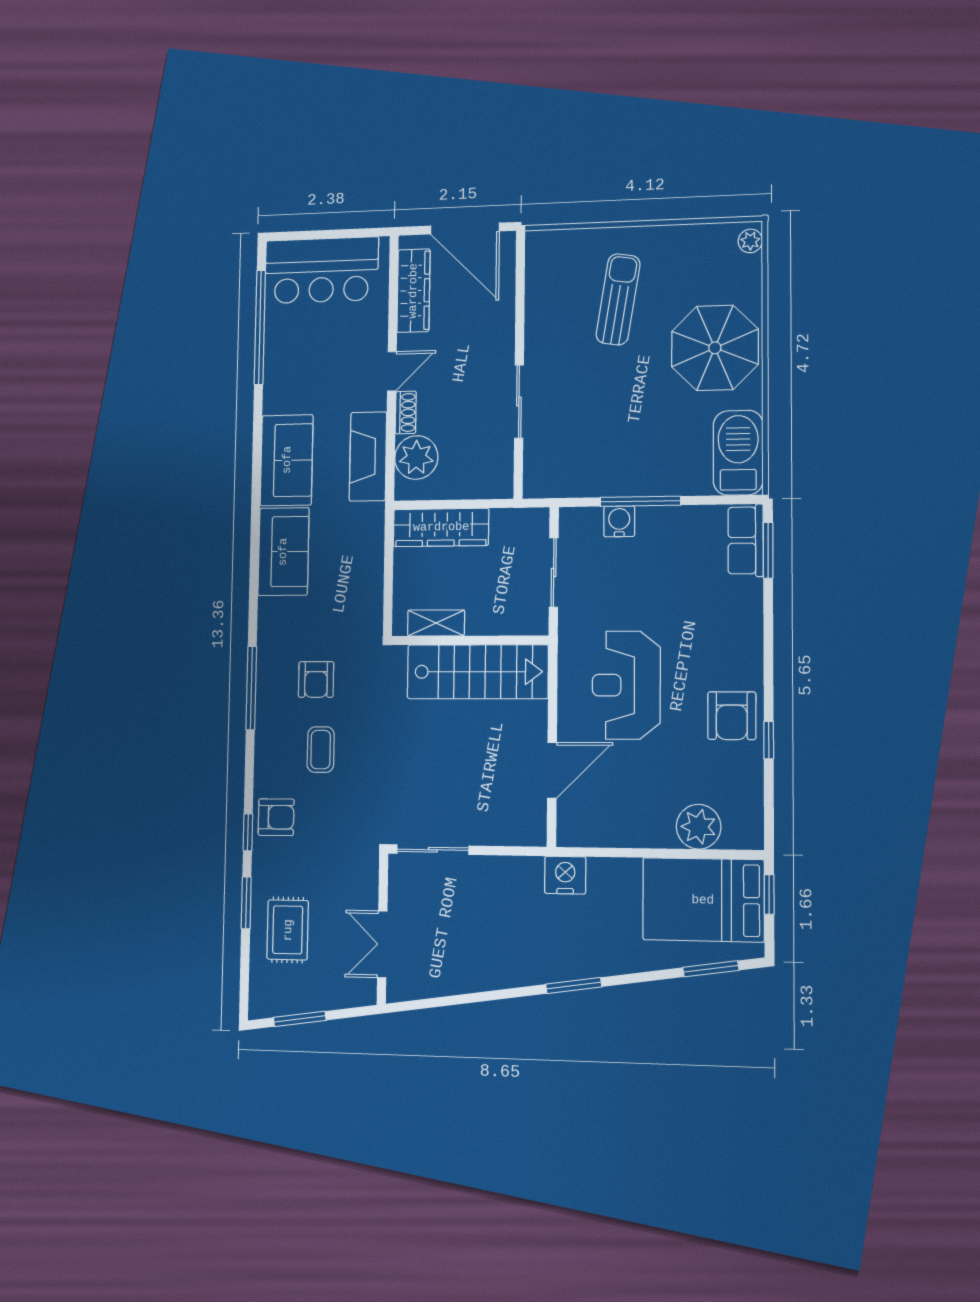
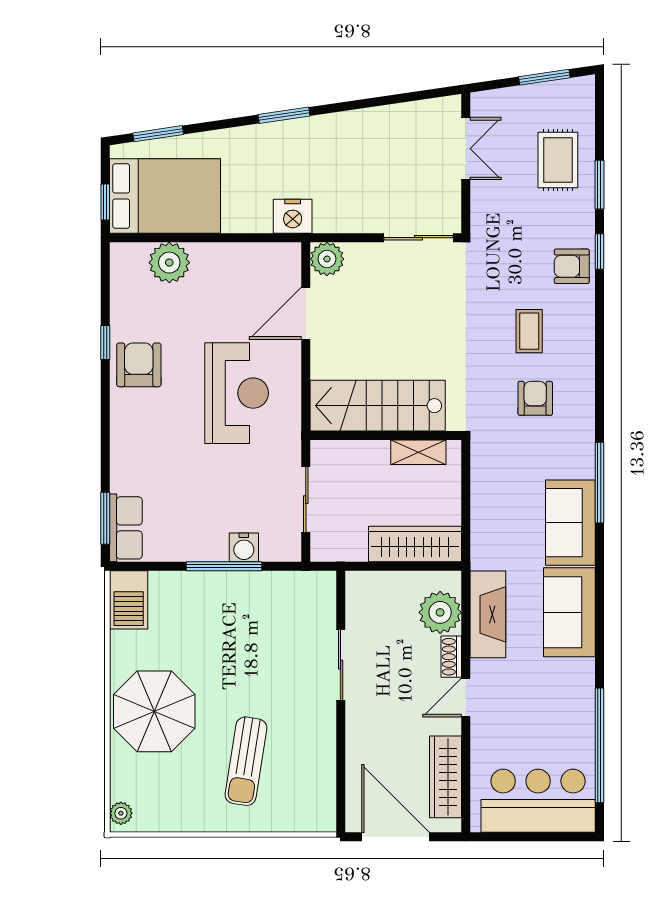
barbecue: (738, 453) -> (129, 600), width x0.73, depth x0.83
window: (251, 688) -> (599, 483), moved
plant: (529, 828) -> (327, 259), added

